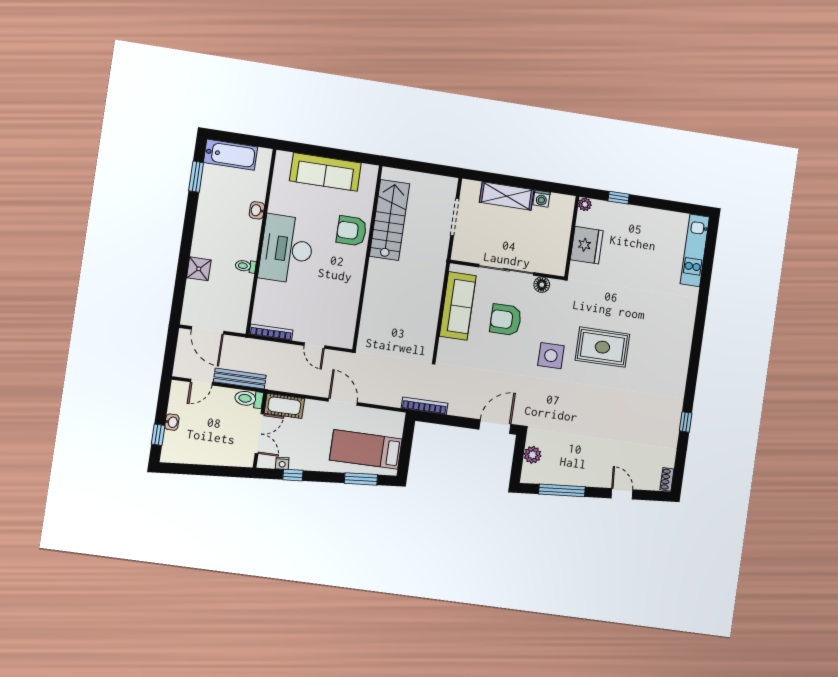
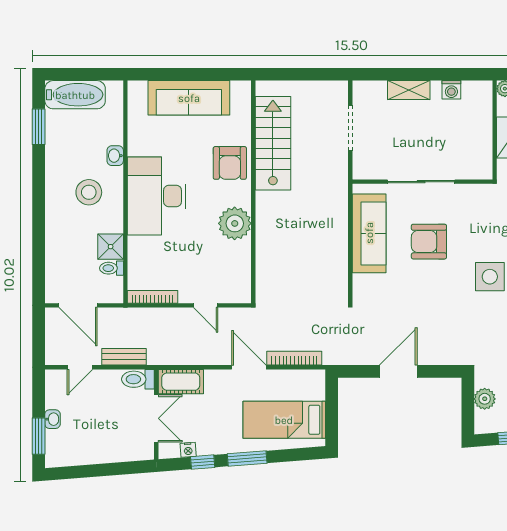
shelving: (507, 196) -> (409, 90), width x0.67, depth x0.75
armchair: (351, 231) -> (230, 163), turned -90
stool: (230, 237) -> (89, 192), added
toilet: (246, 266) -> (111, 268), moved
shower: (199, 269) -> (111, 247), moved
plant: (348, 281) -> (235, 223), added
floor lamp: (542, 285) -> (467, 193), removed
bench: (240, 379) -> (124, 357), width x0.73
bookcase: (424, 406) -> (294, 358), moved
door: (495, 427) -> (398, 371), moved
window: (158, 435) -> (39, 436), width x1.50
window: (361, 479) -> (247, 459), moved

